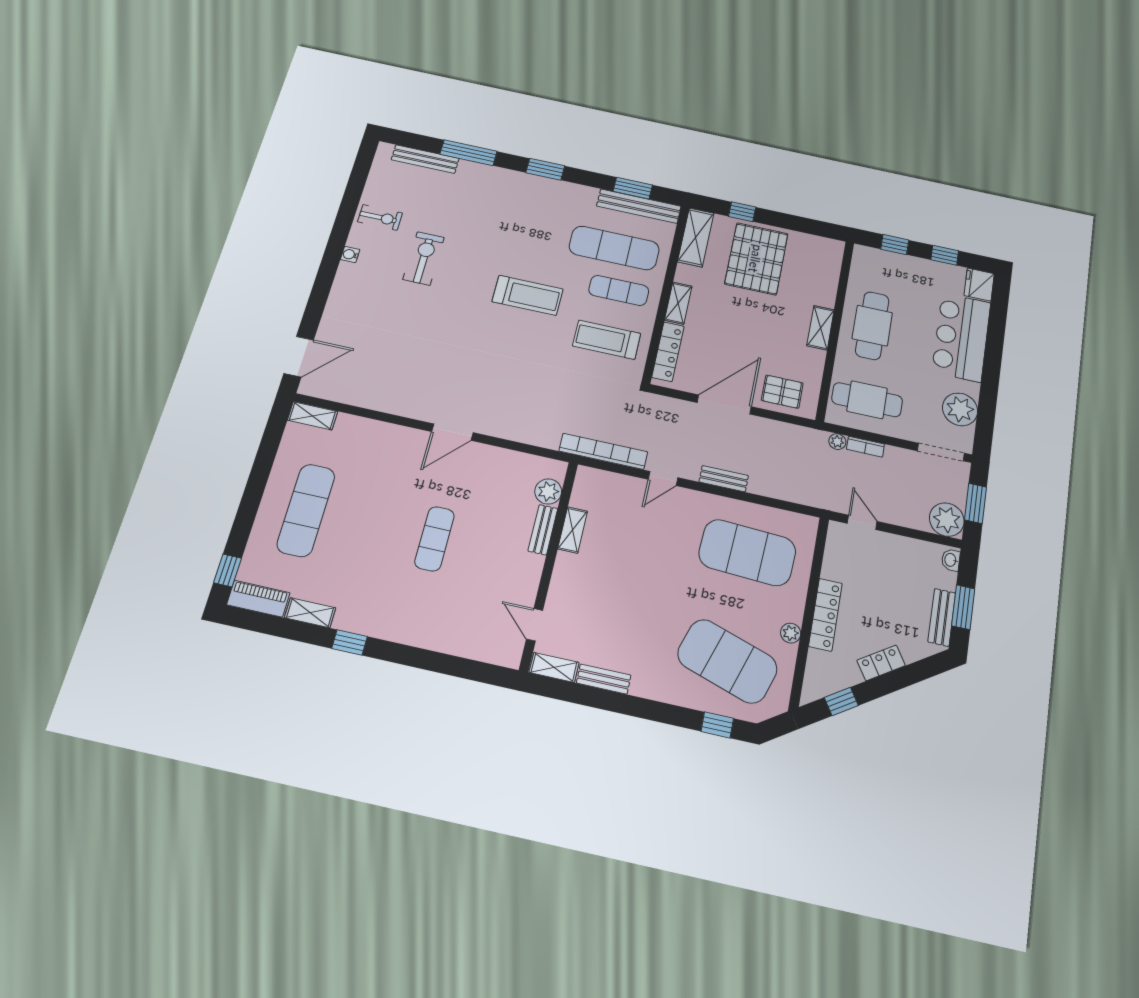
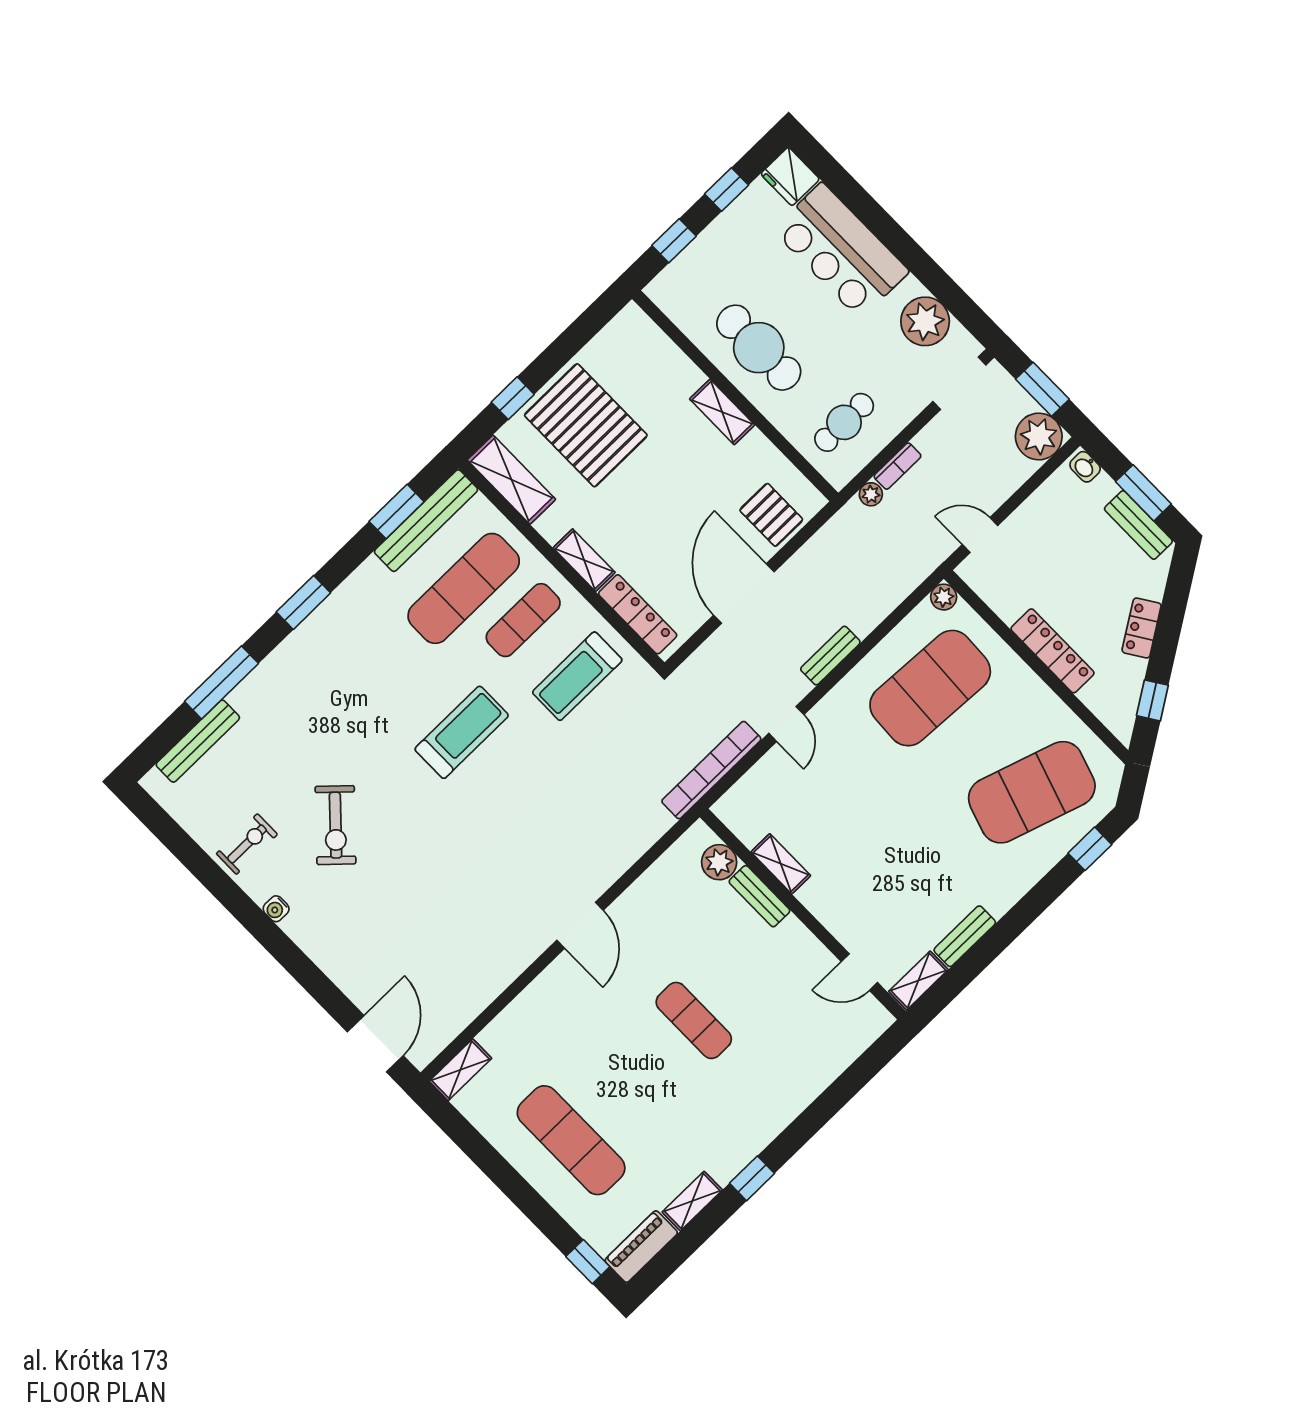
exercise bike: (424, 258) -> (336, 825), turned -137
pallet: (782, 392) -> (771, 515), turned 90
cafe table: (867, 400) -> (844, 422), width x0.73, depth x0.74
plant: (791, 633) -> (944, 597), moved

